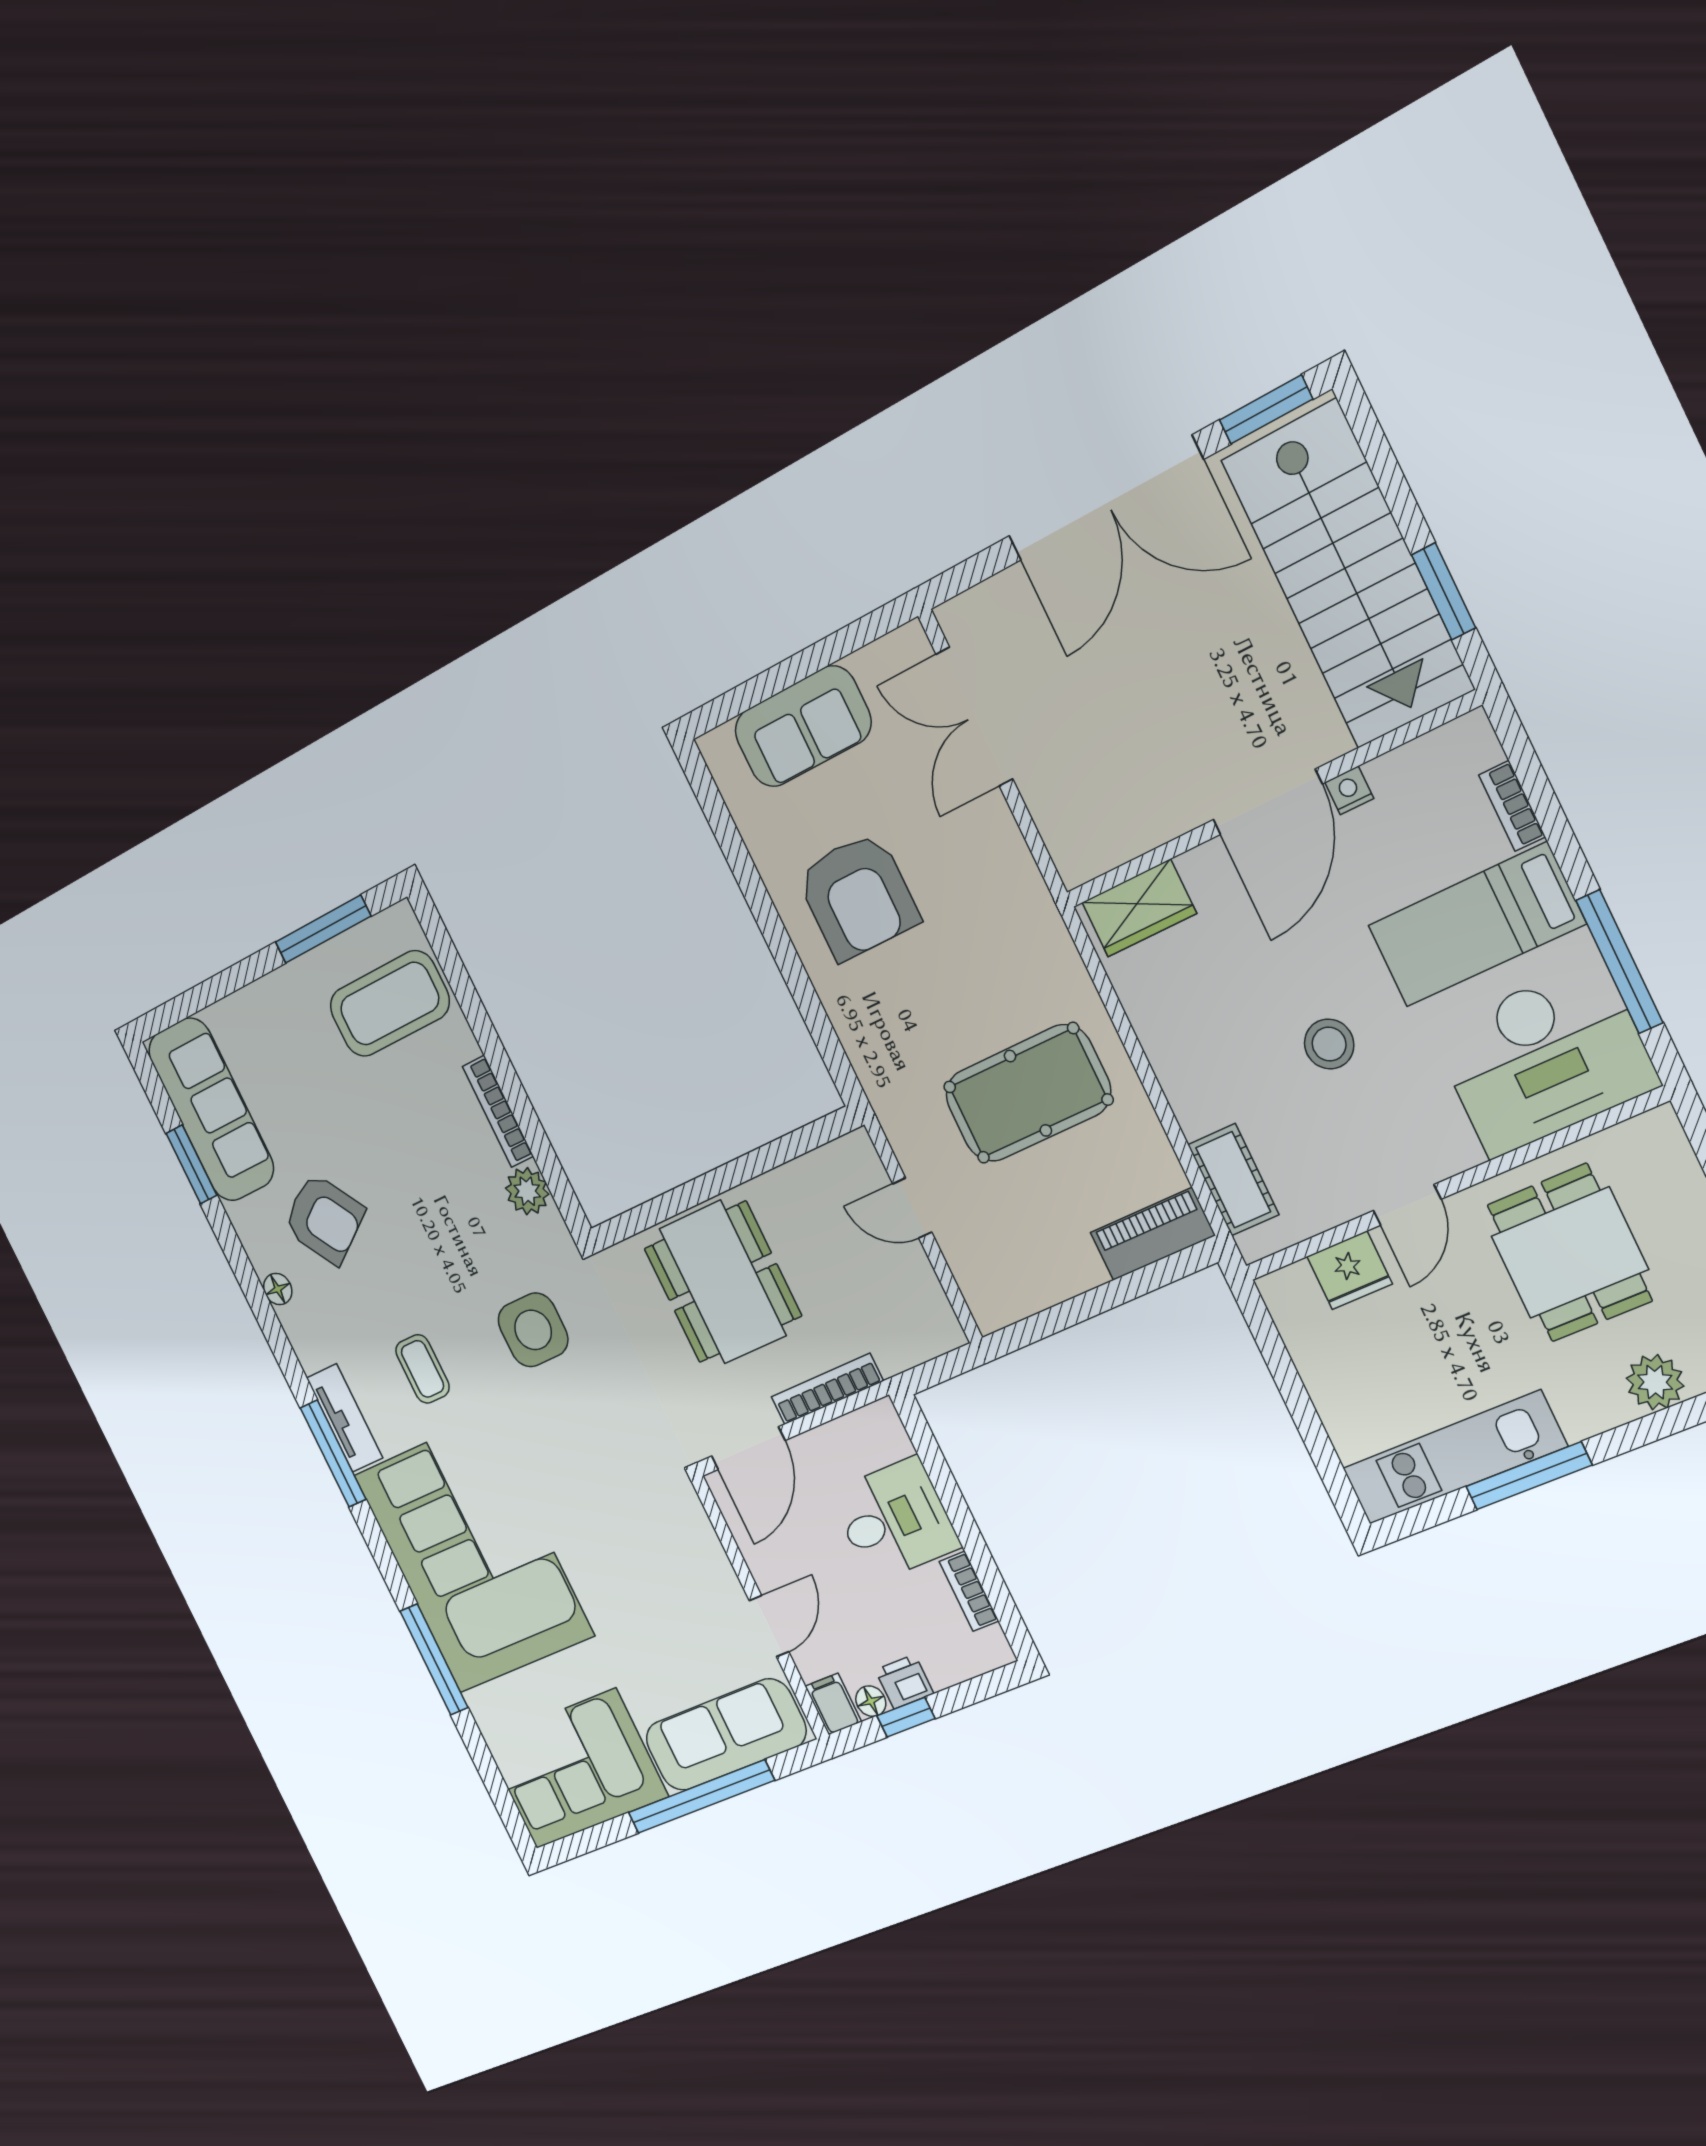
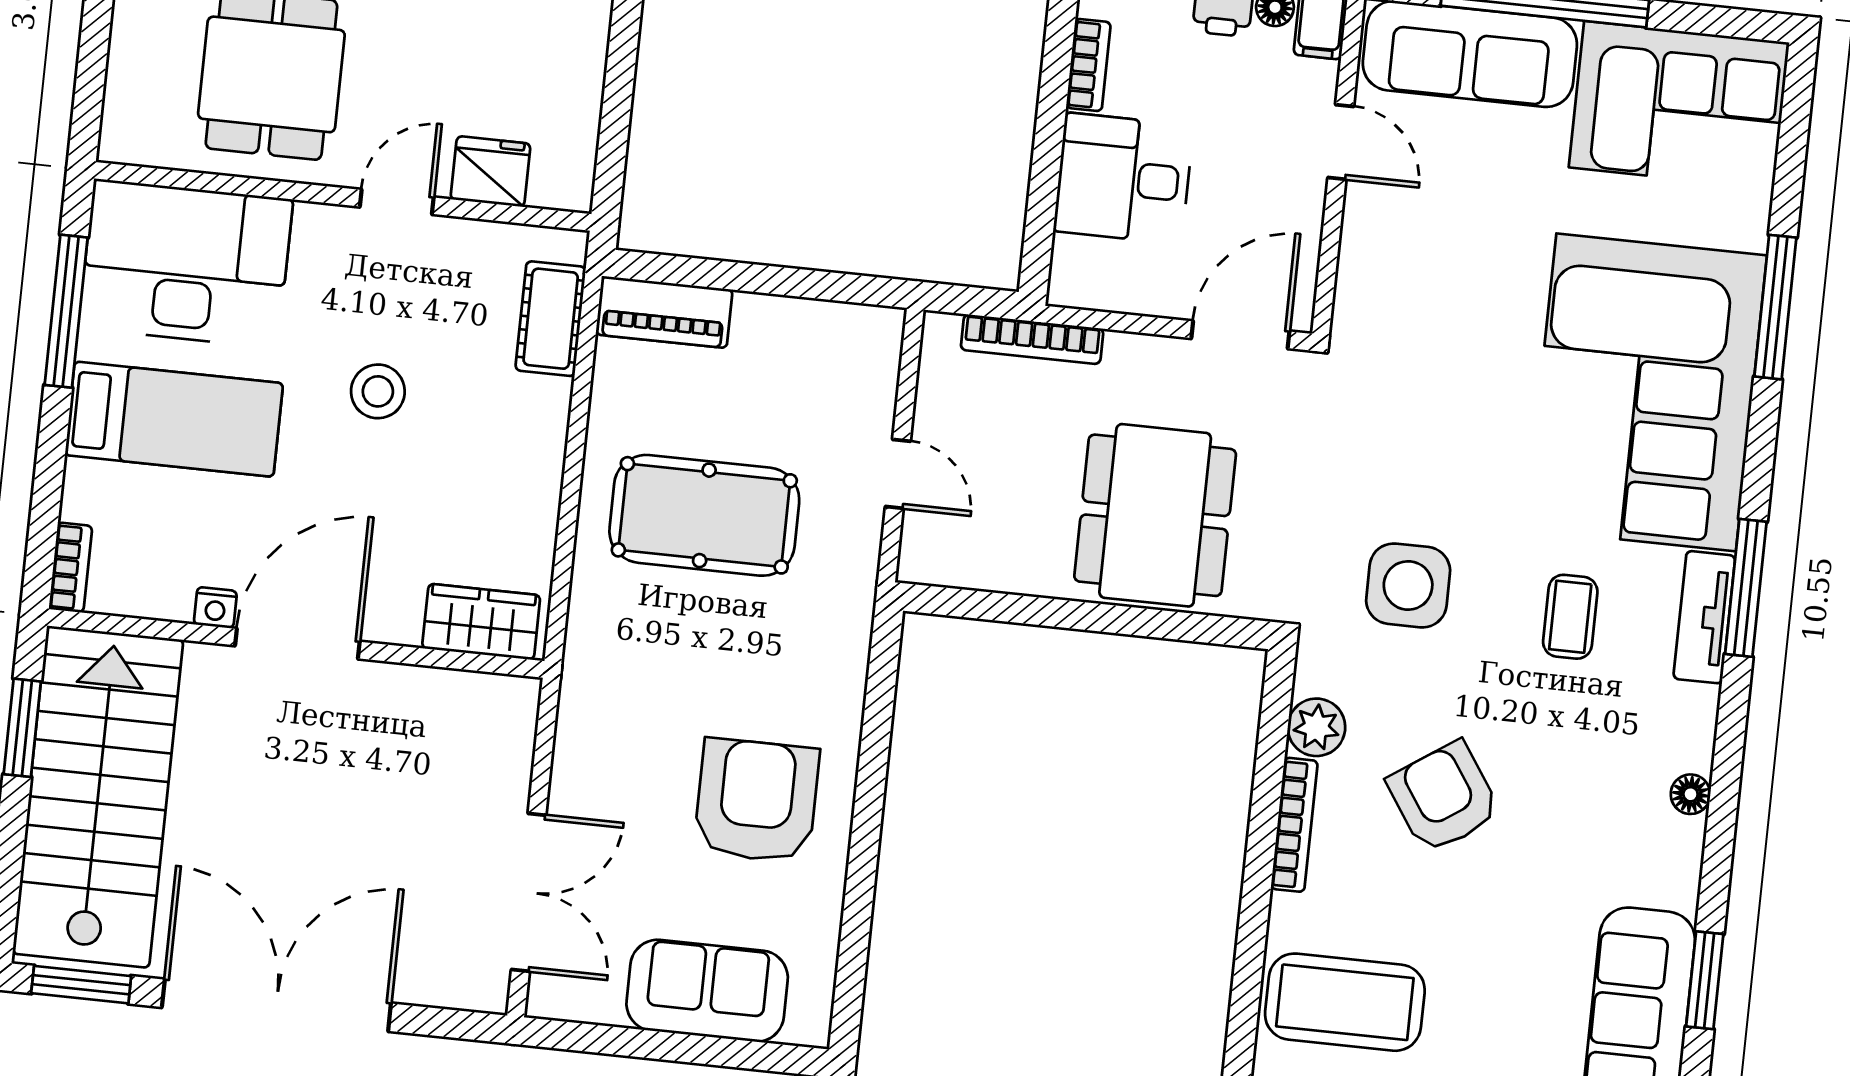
bookcase: (1512, 806) -> (70, 568), moved
armchair: (324, 1219) -> (1444, 797), moved
bookcase: (827, 1389) -> (1032, 339), moved
door: (769, 1626) -> (1341, 142), swing flipped

